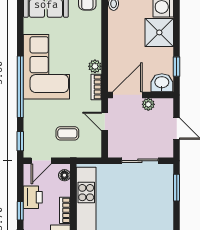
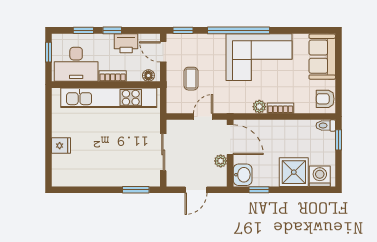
bookcase: (96, 87) -> (280, 108), moved

